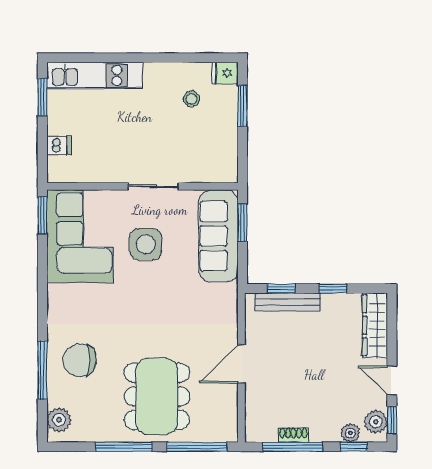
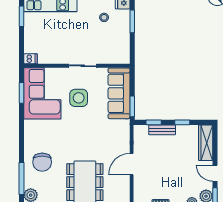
dishwasher: (59, 146) -> (31, 59), moved
window: (42, 215) -> (21, 93), moved
window: (242, 223) -> (132, 106), moved
bench: (288, 302) -> (162, 130), width x0.73
chair: (80, 360) -> (42, 162), turned -90
window: (42, 370) -> (21, 179), moved

